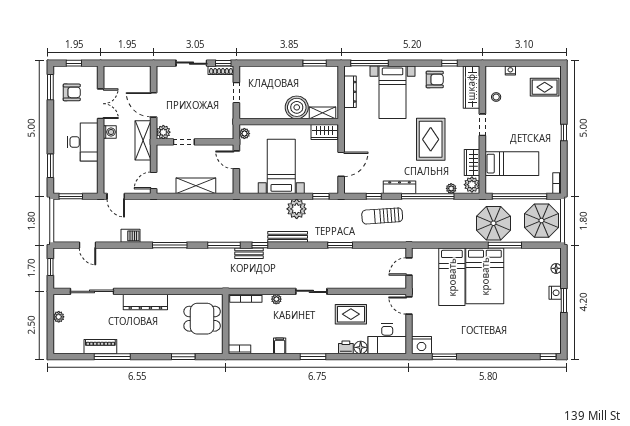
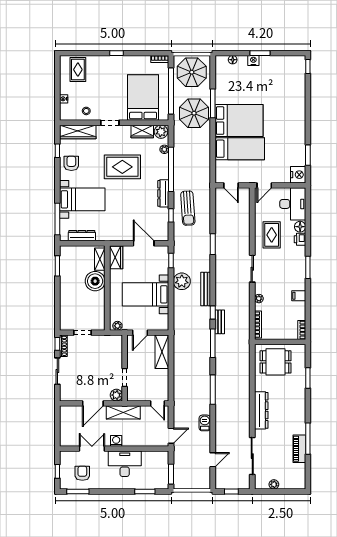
bed: (512, 164) -> (143, 98), width x1.50
shelving: (196, 186) -> (162, 352), moved
dining table: (202, 319) -> (276, 362), turned 90

